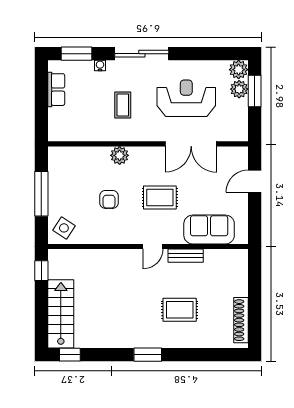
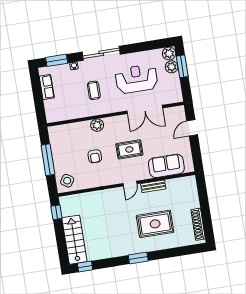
rug: (180, 310) -> (155, 224), width x1.36, depth x1.43

